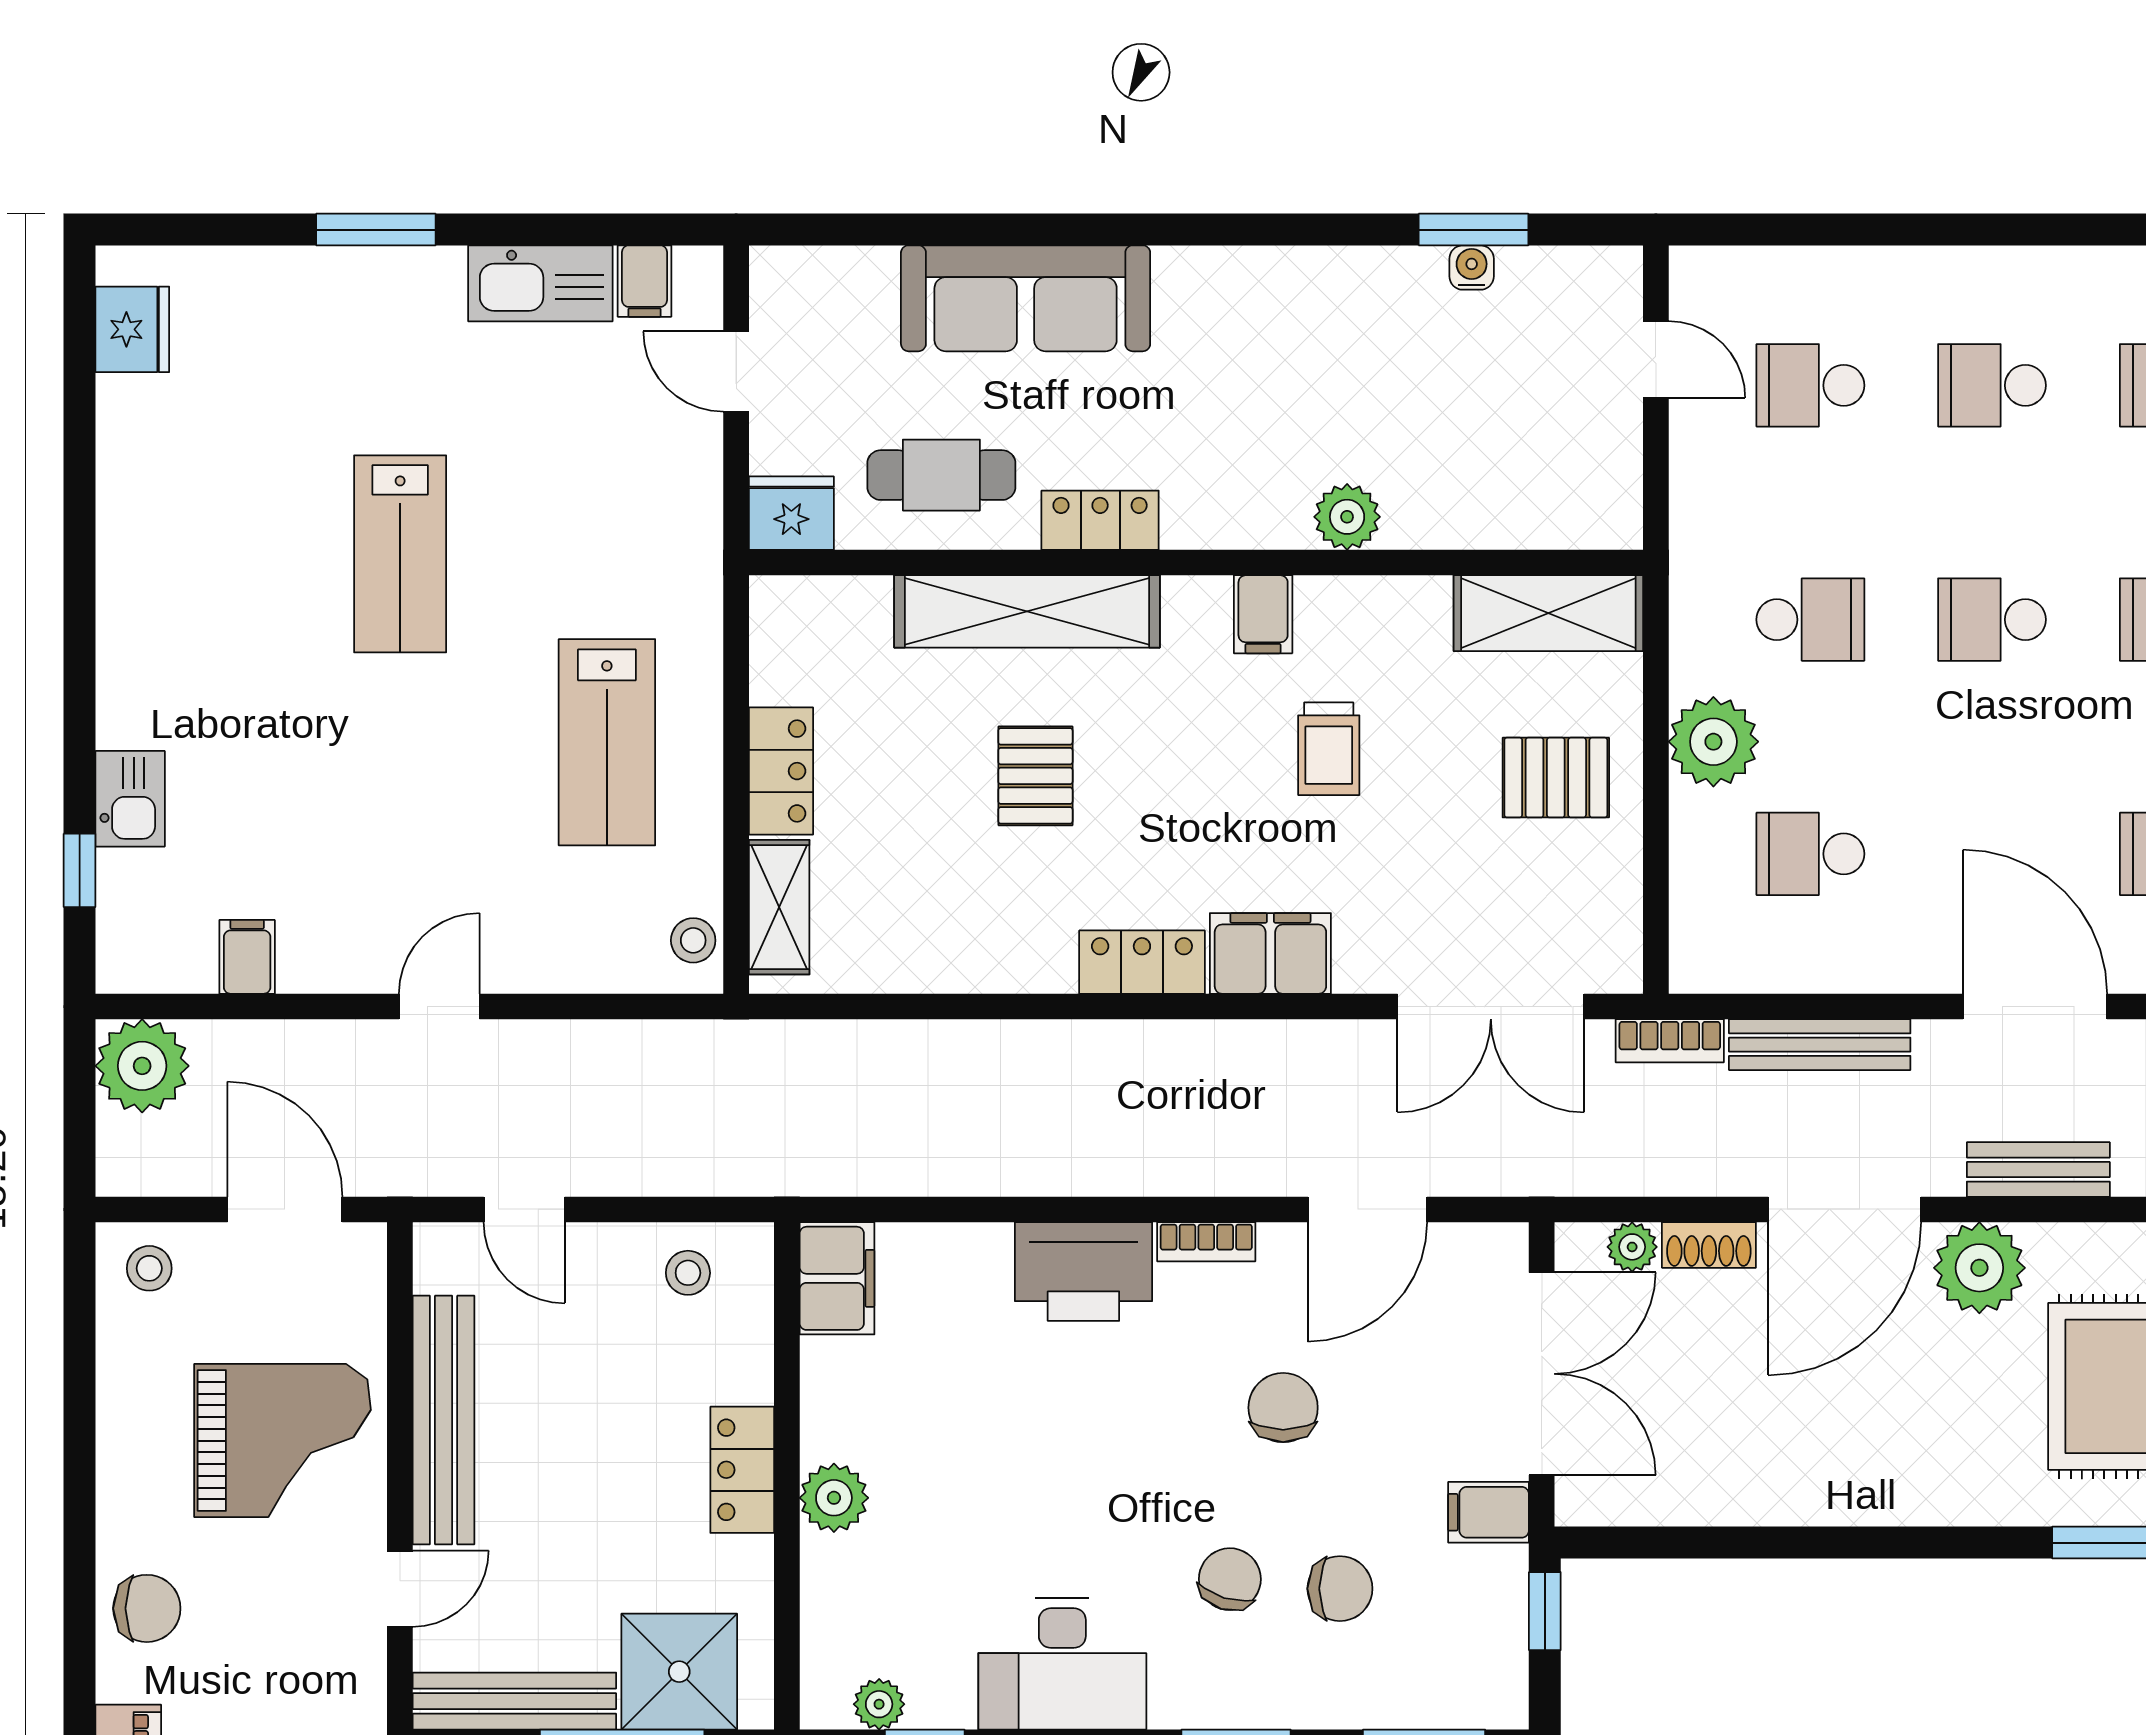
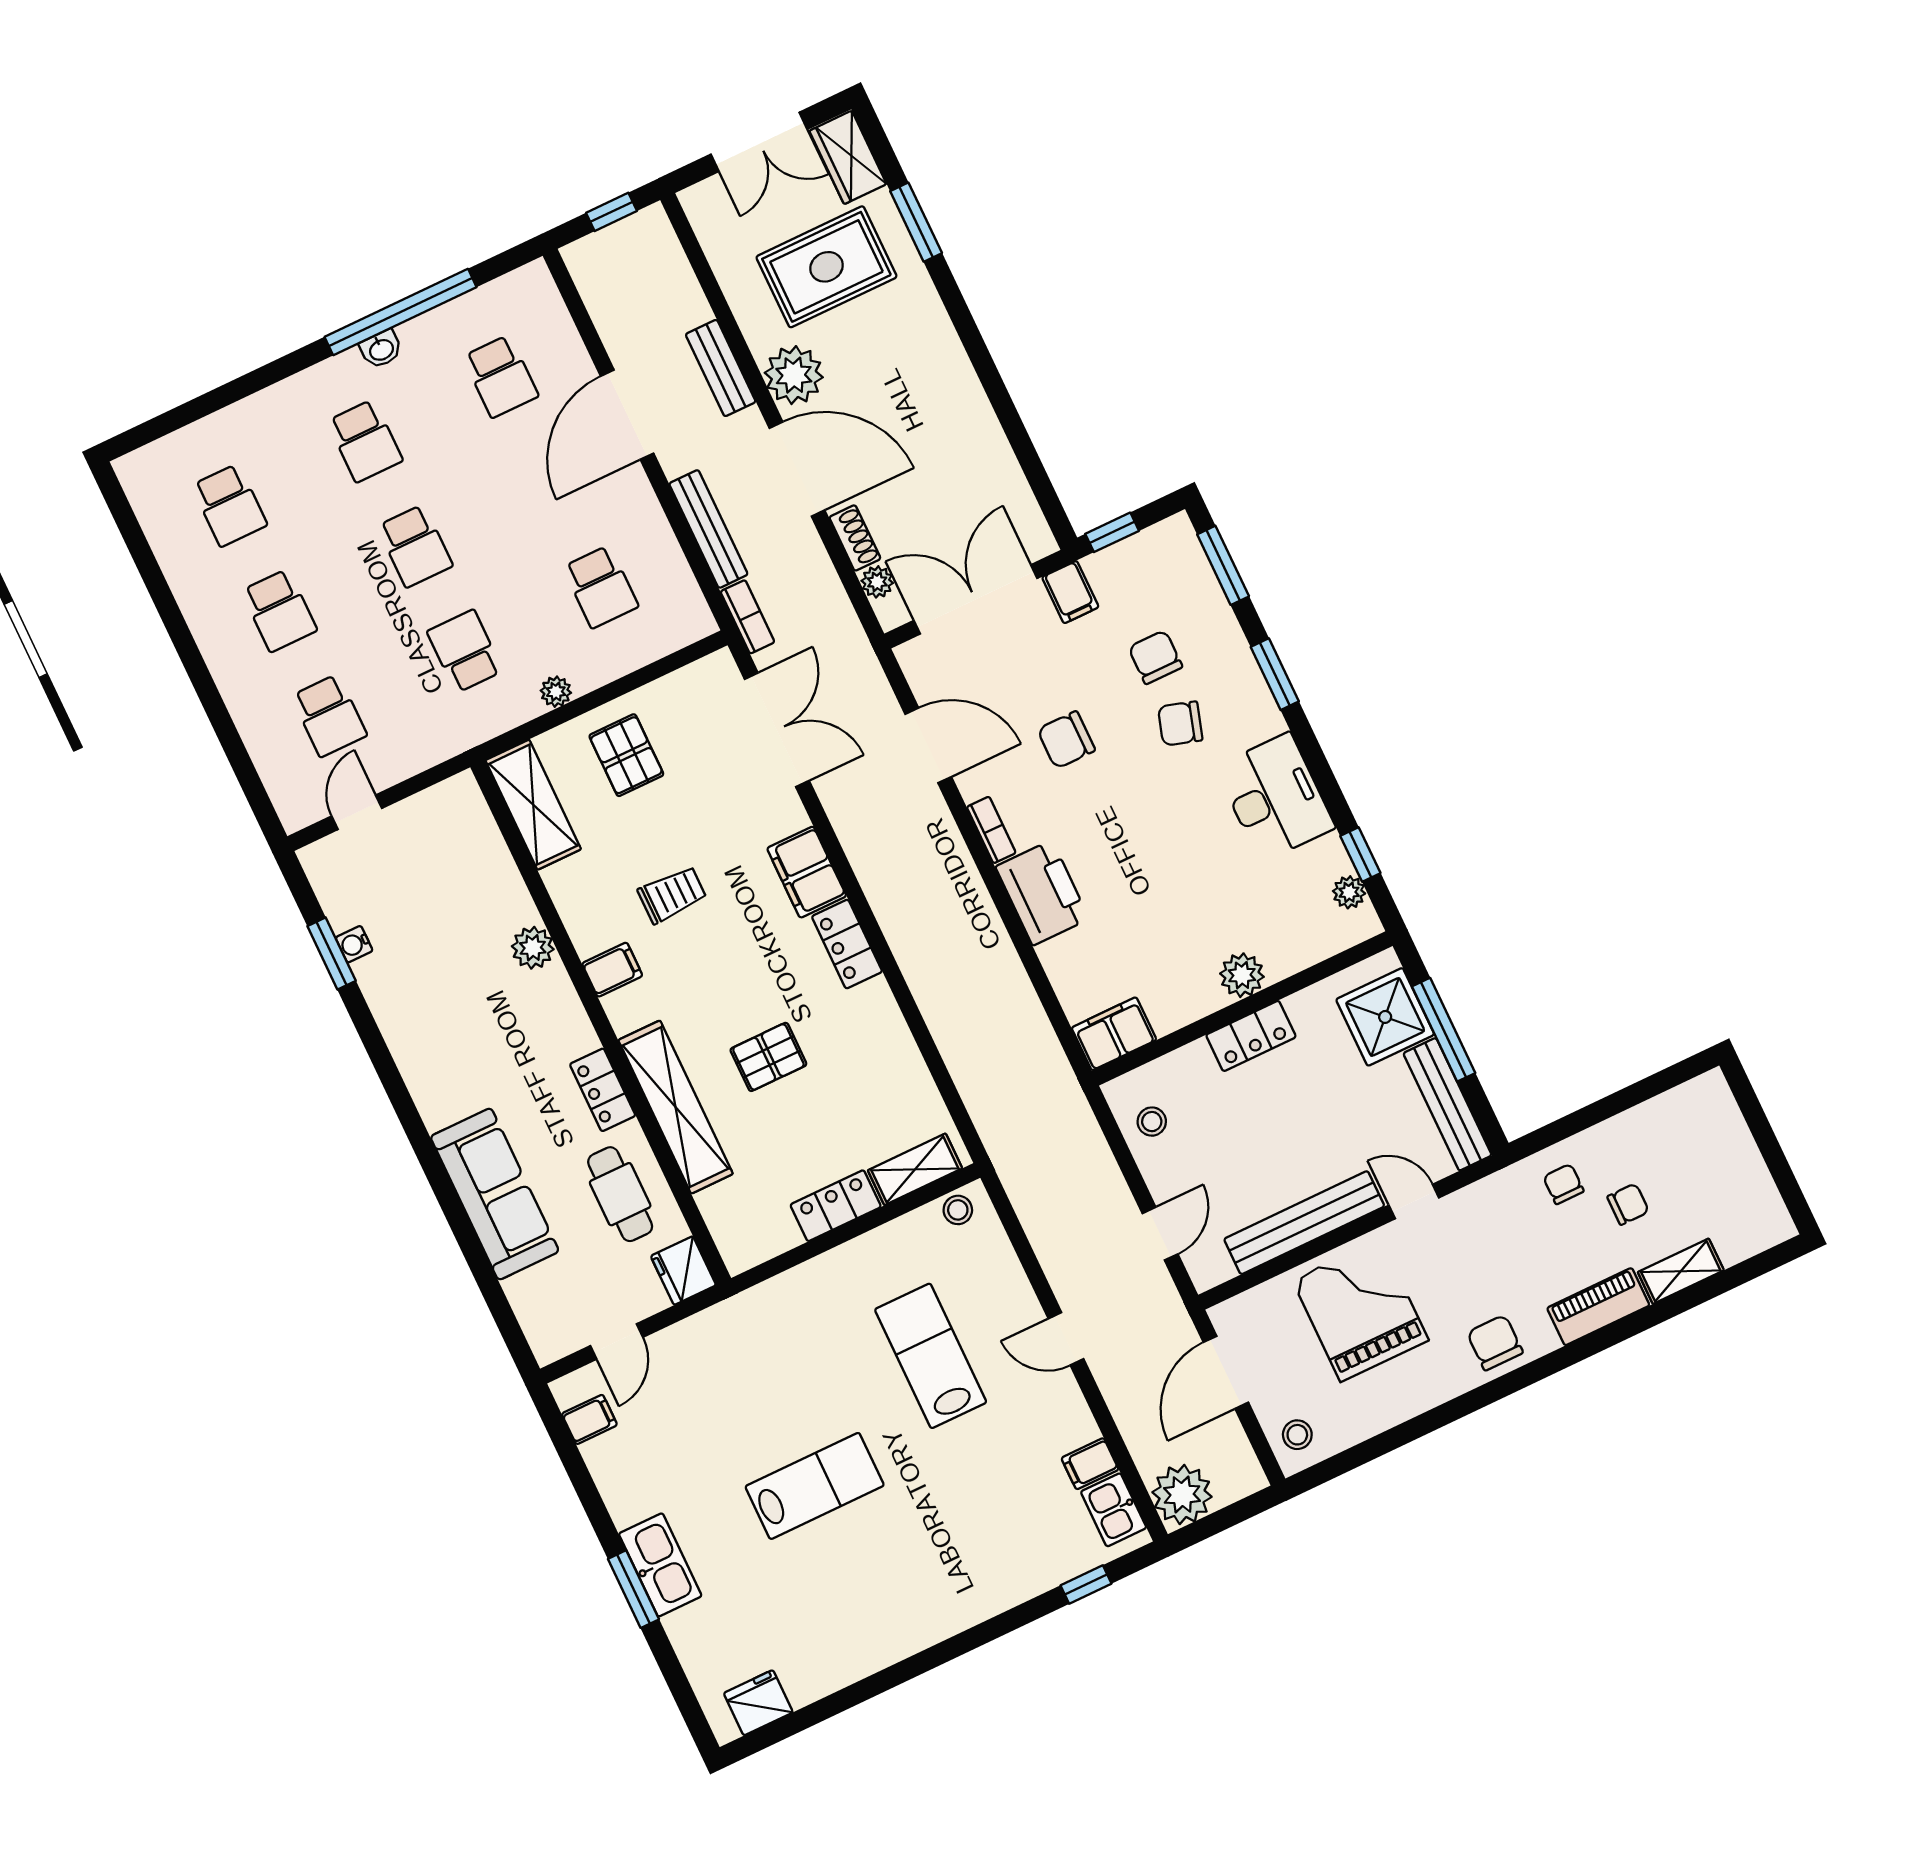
kitchen sink: (540, 283) -> (660, 1565), moved
lab bench: (607, 742) -> (931, 1356), moved, turned -90
plant: (1713, 742) -> (556, 692), width x0.53, depth x0.53
kitchen sink: (130, 799) -> (1114, 1510), moved, turned -90

